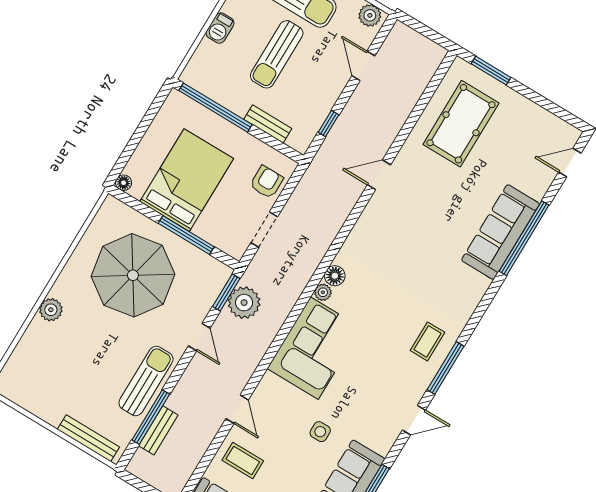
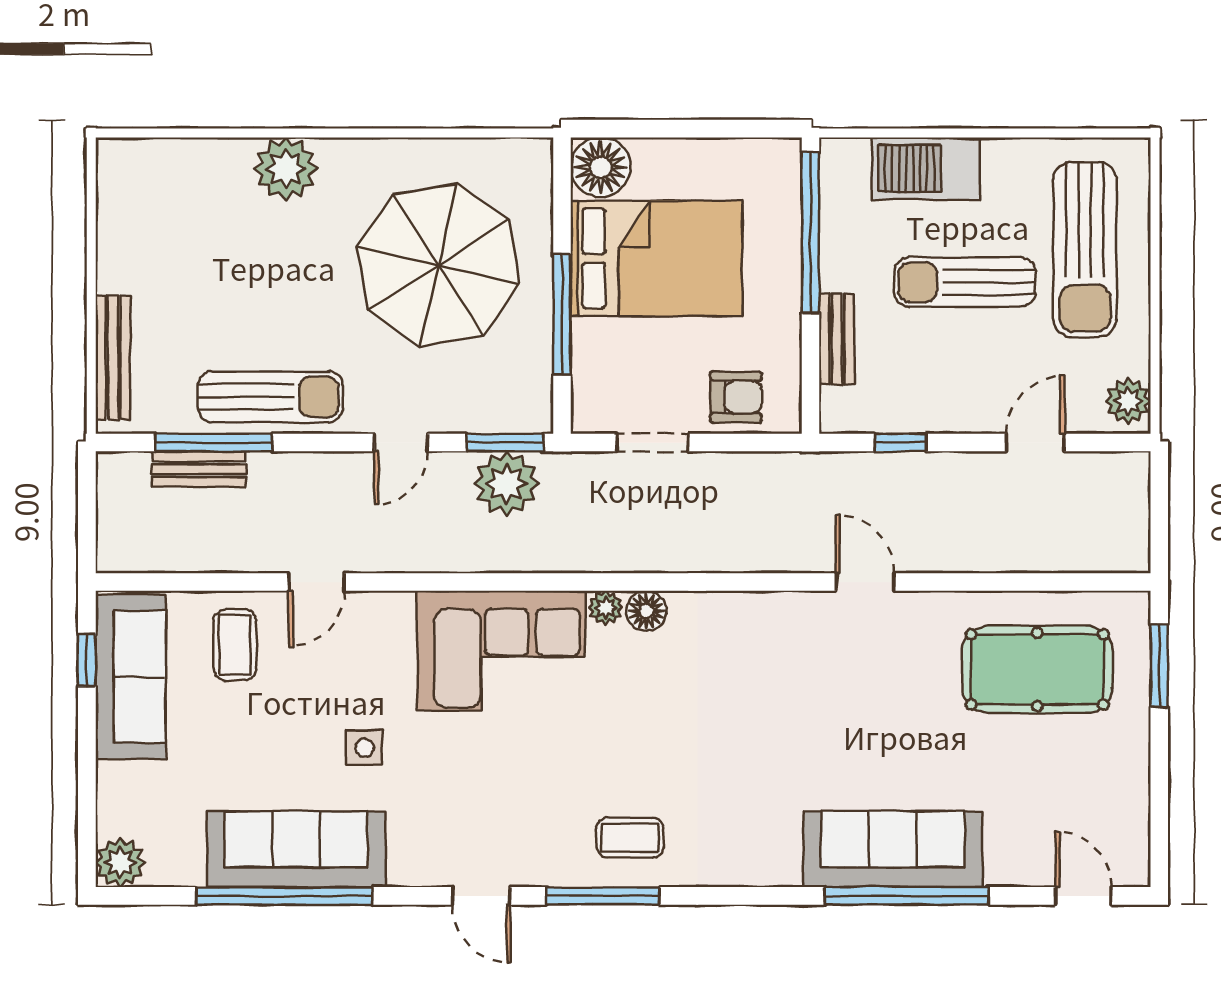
barbecue: (220, 28) -> (926, 169), width x1.88, depth x1.53
floor lamp: (124, 183) -> (601, 167), width x1.89, depth x1.89
plant: (51, 310) -> (286, 169), width x1.36, depth x1.36

